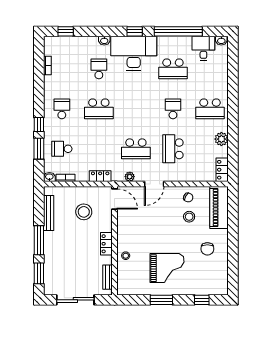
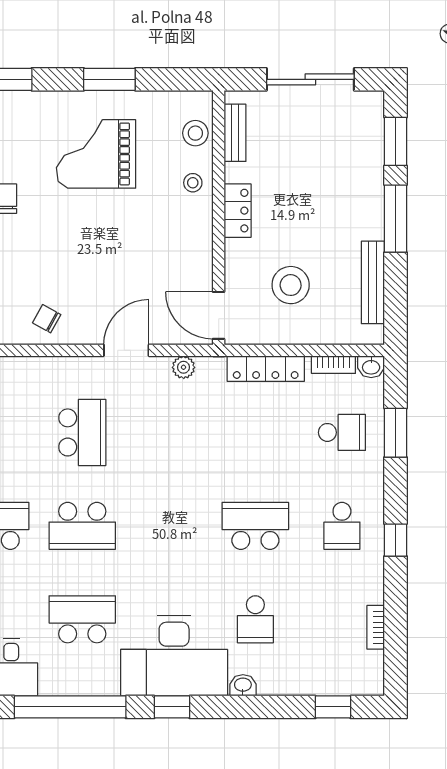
school desk: (173, 109) -> (82, 526), width x1.85
window: (39, 124) -> (395, 540), moved
school desk: (136, 149) -> (169, 432), removed
locker: (100, 176) -> (266, 369), width x1.53
stool: (189, 217) -> (195, 133), moved

